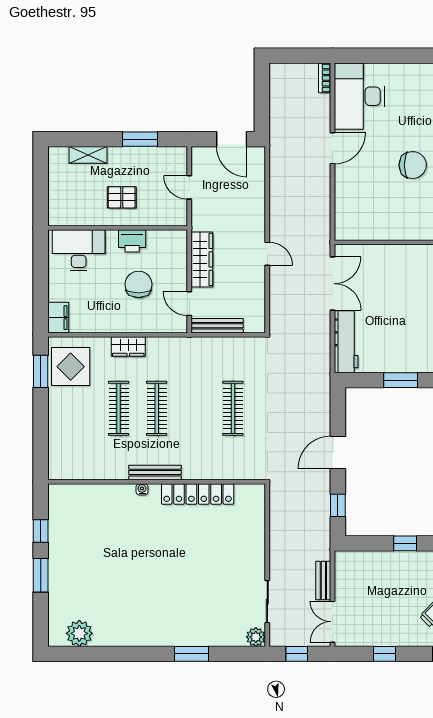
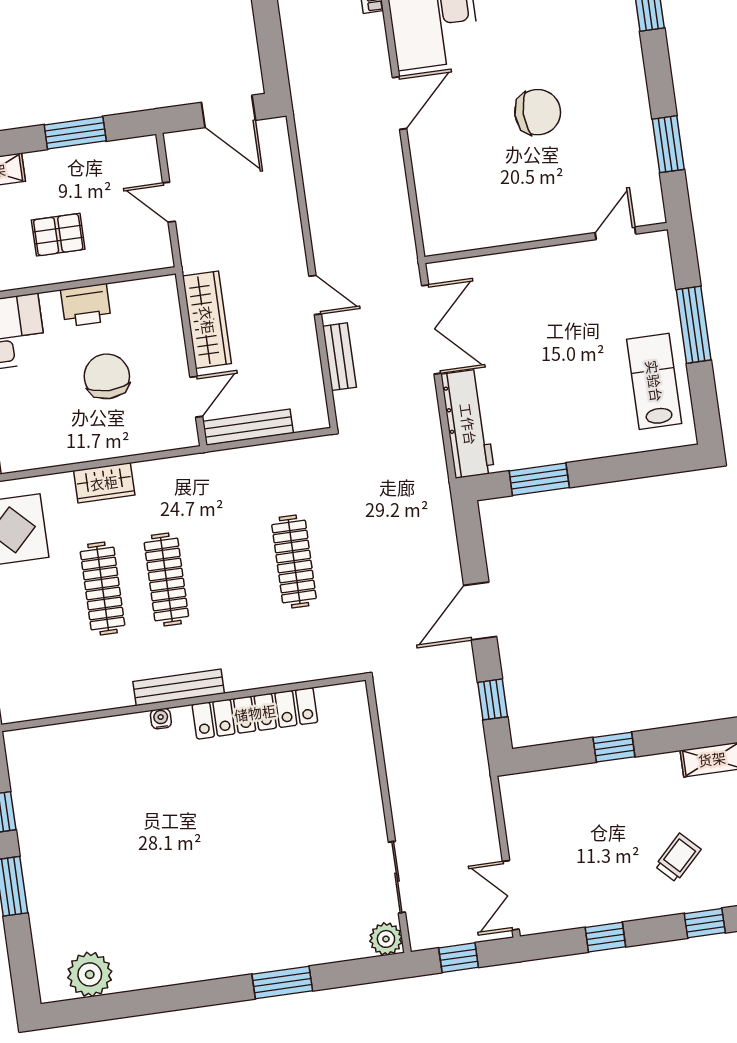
door: (189, 304) -> (196, 397), swing flipped
window: (401, 380) -> (539, 479), moved
bench: (323, 581) -> (339, 357), moved

